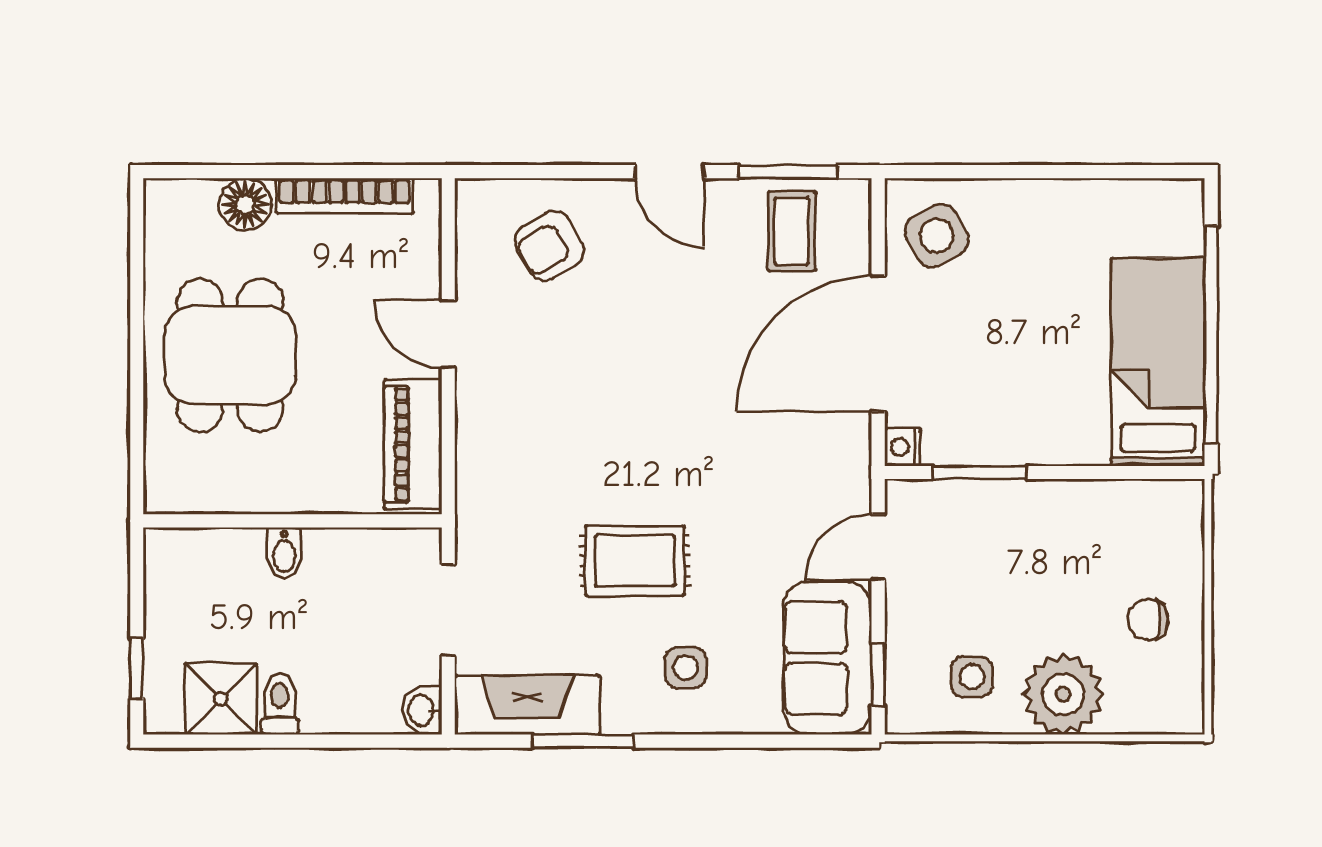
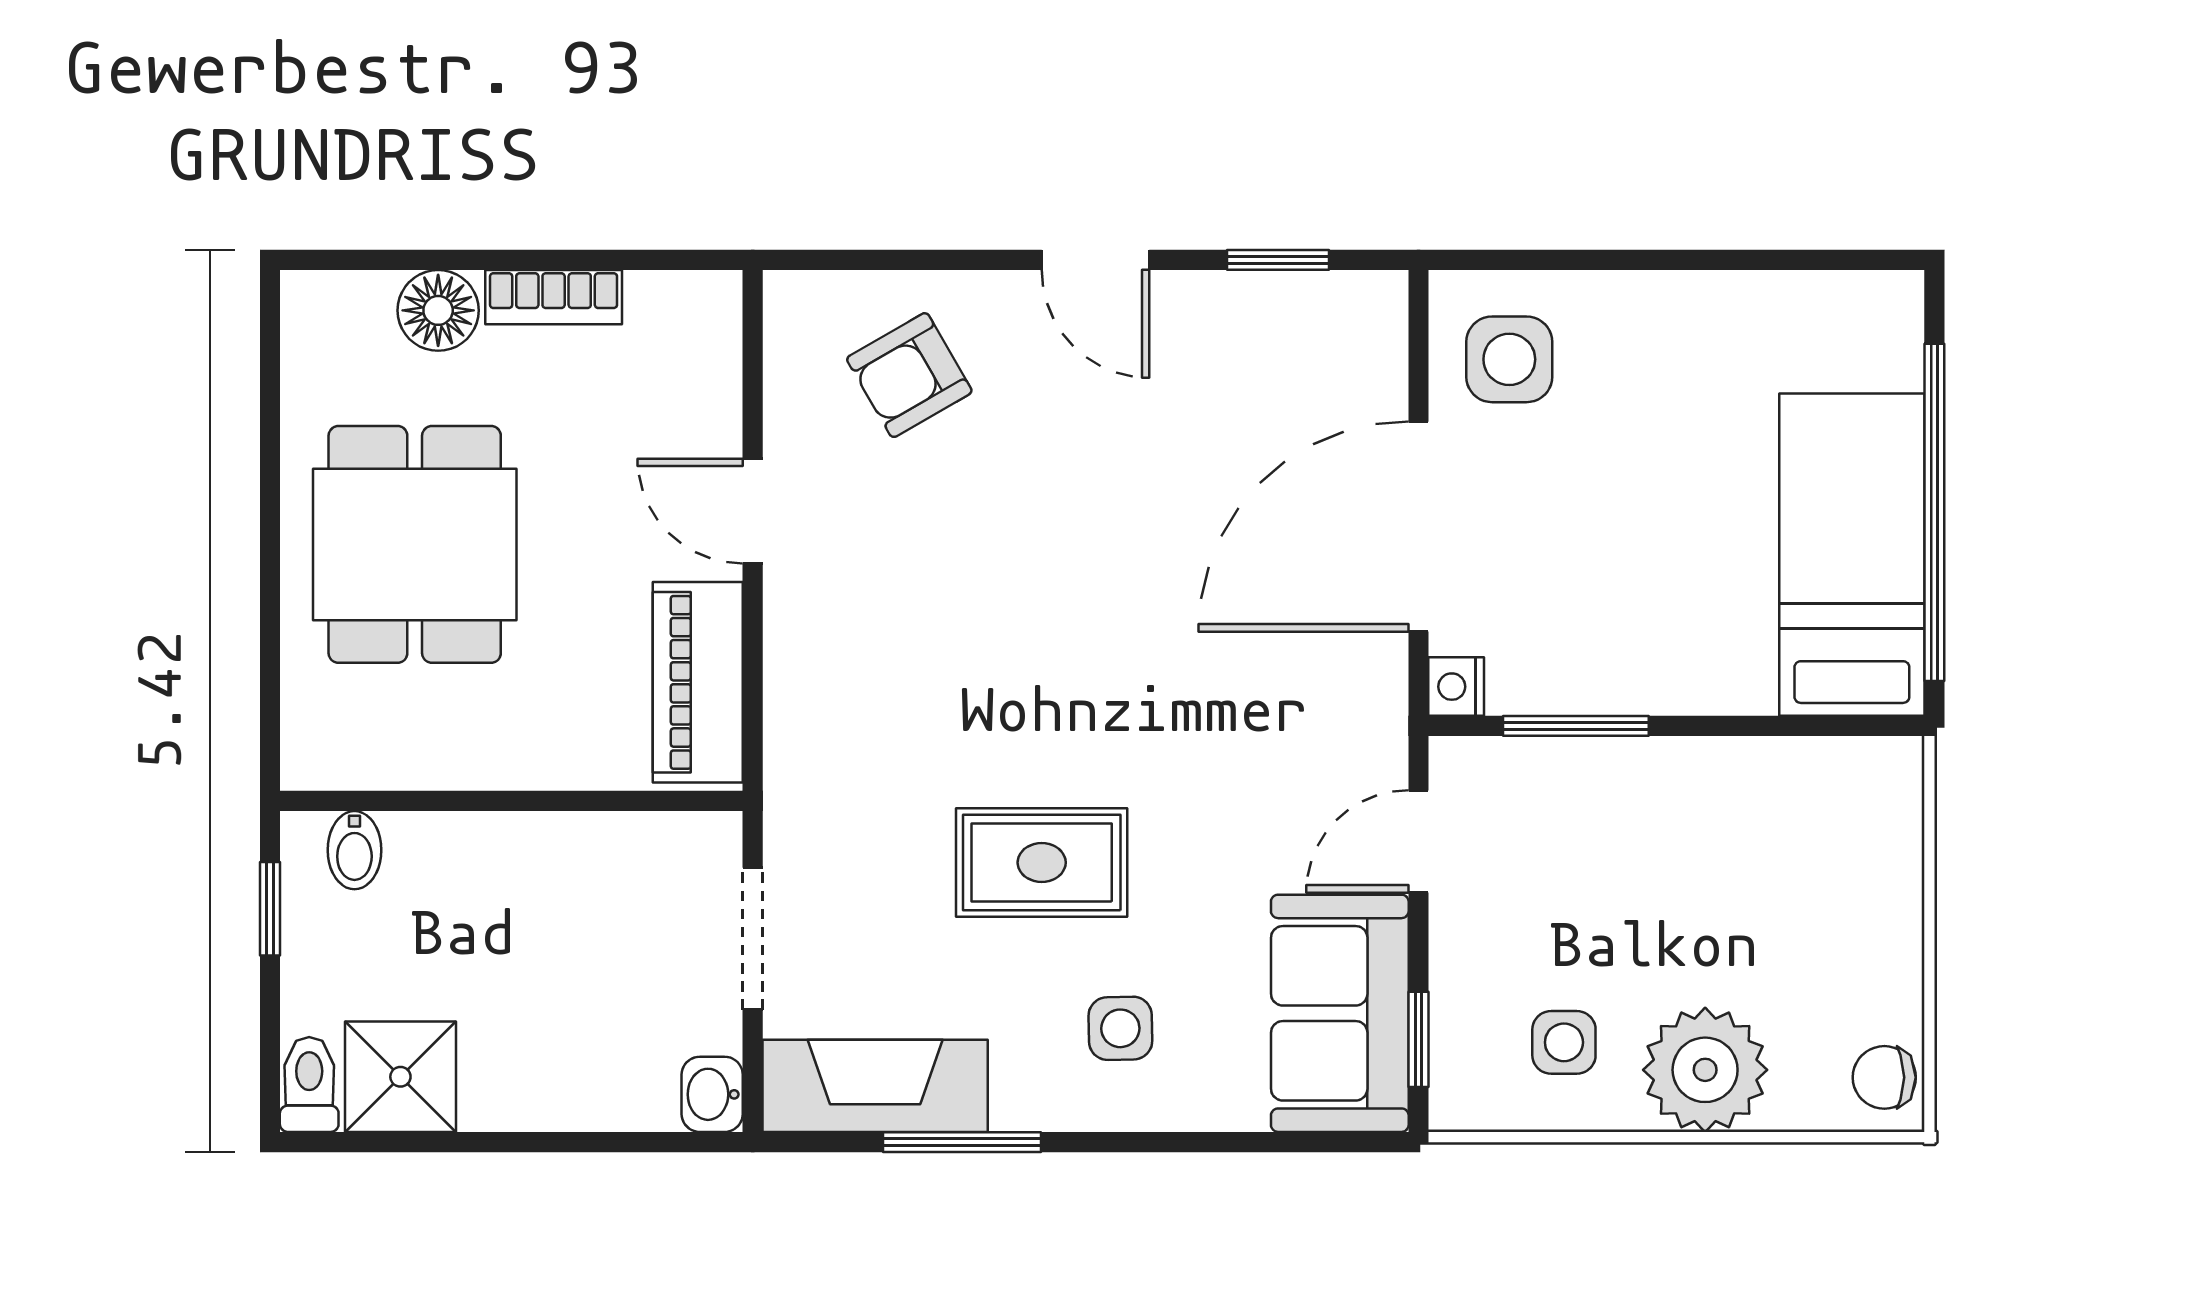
window: (787, 172) -> (1278, 260), width x0.67
bookcase: (345, 196) -> (554, 297), width x0.64
coffee table: (792, 231) -> (1285, 352), removed
side table: (937, 236) -> (1509, 359), turned 30
bidet: (284, 553) -> (354, 850), moved
chair: (1148, 619) -> (1884, 1077), moved
window: (137, 669) -> (270, 909), moved
toilet: (280, 704) -> (309, 1084), moved

